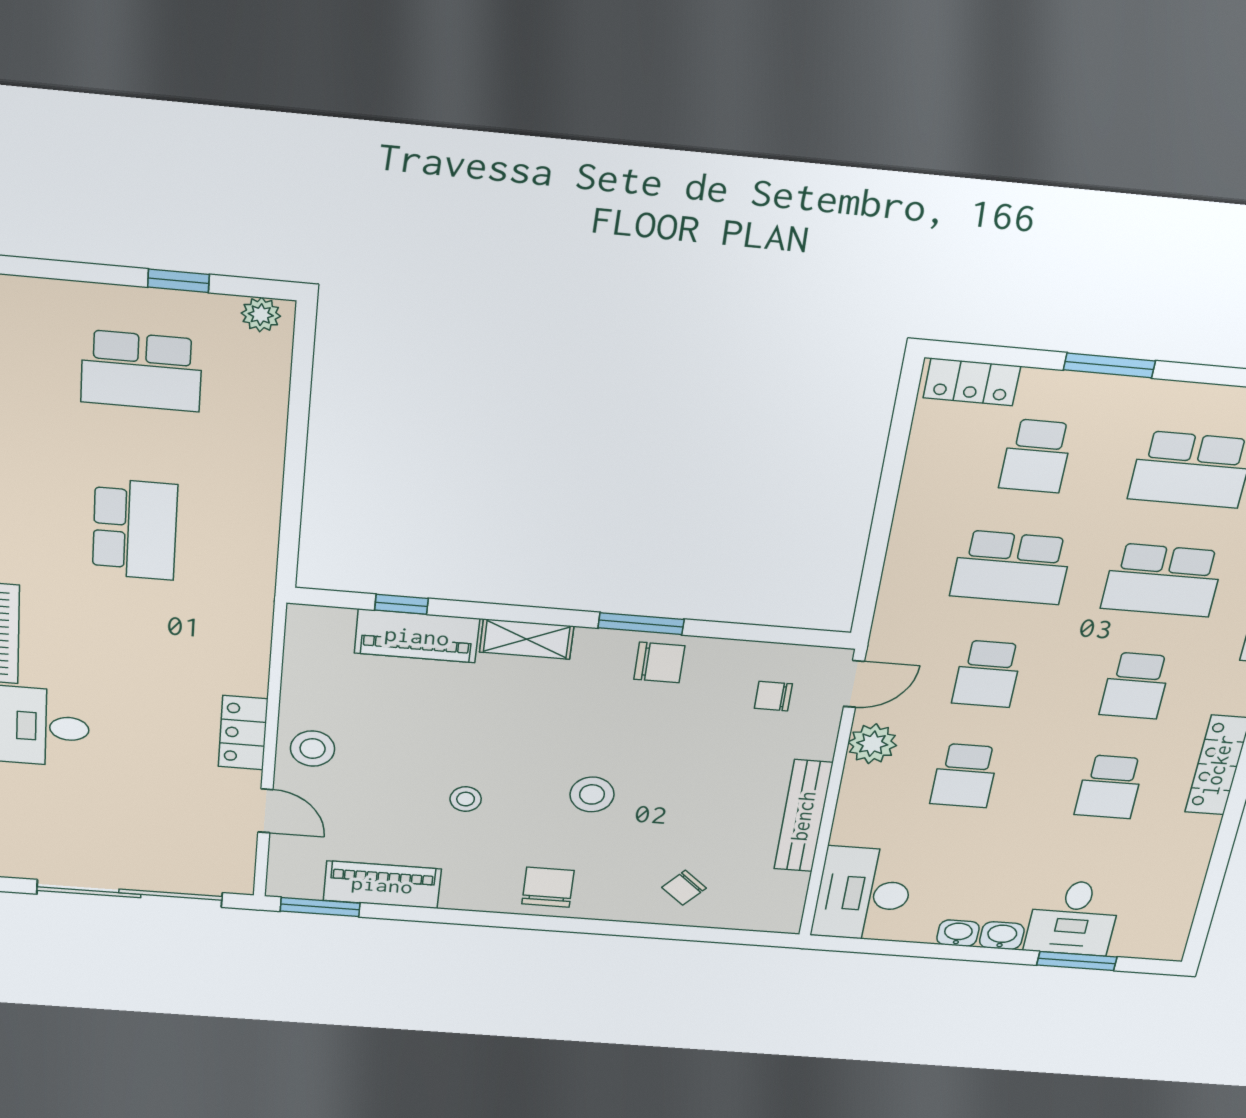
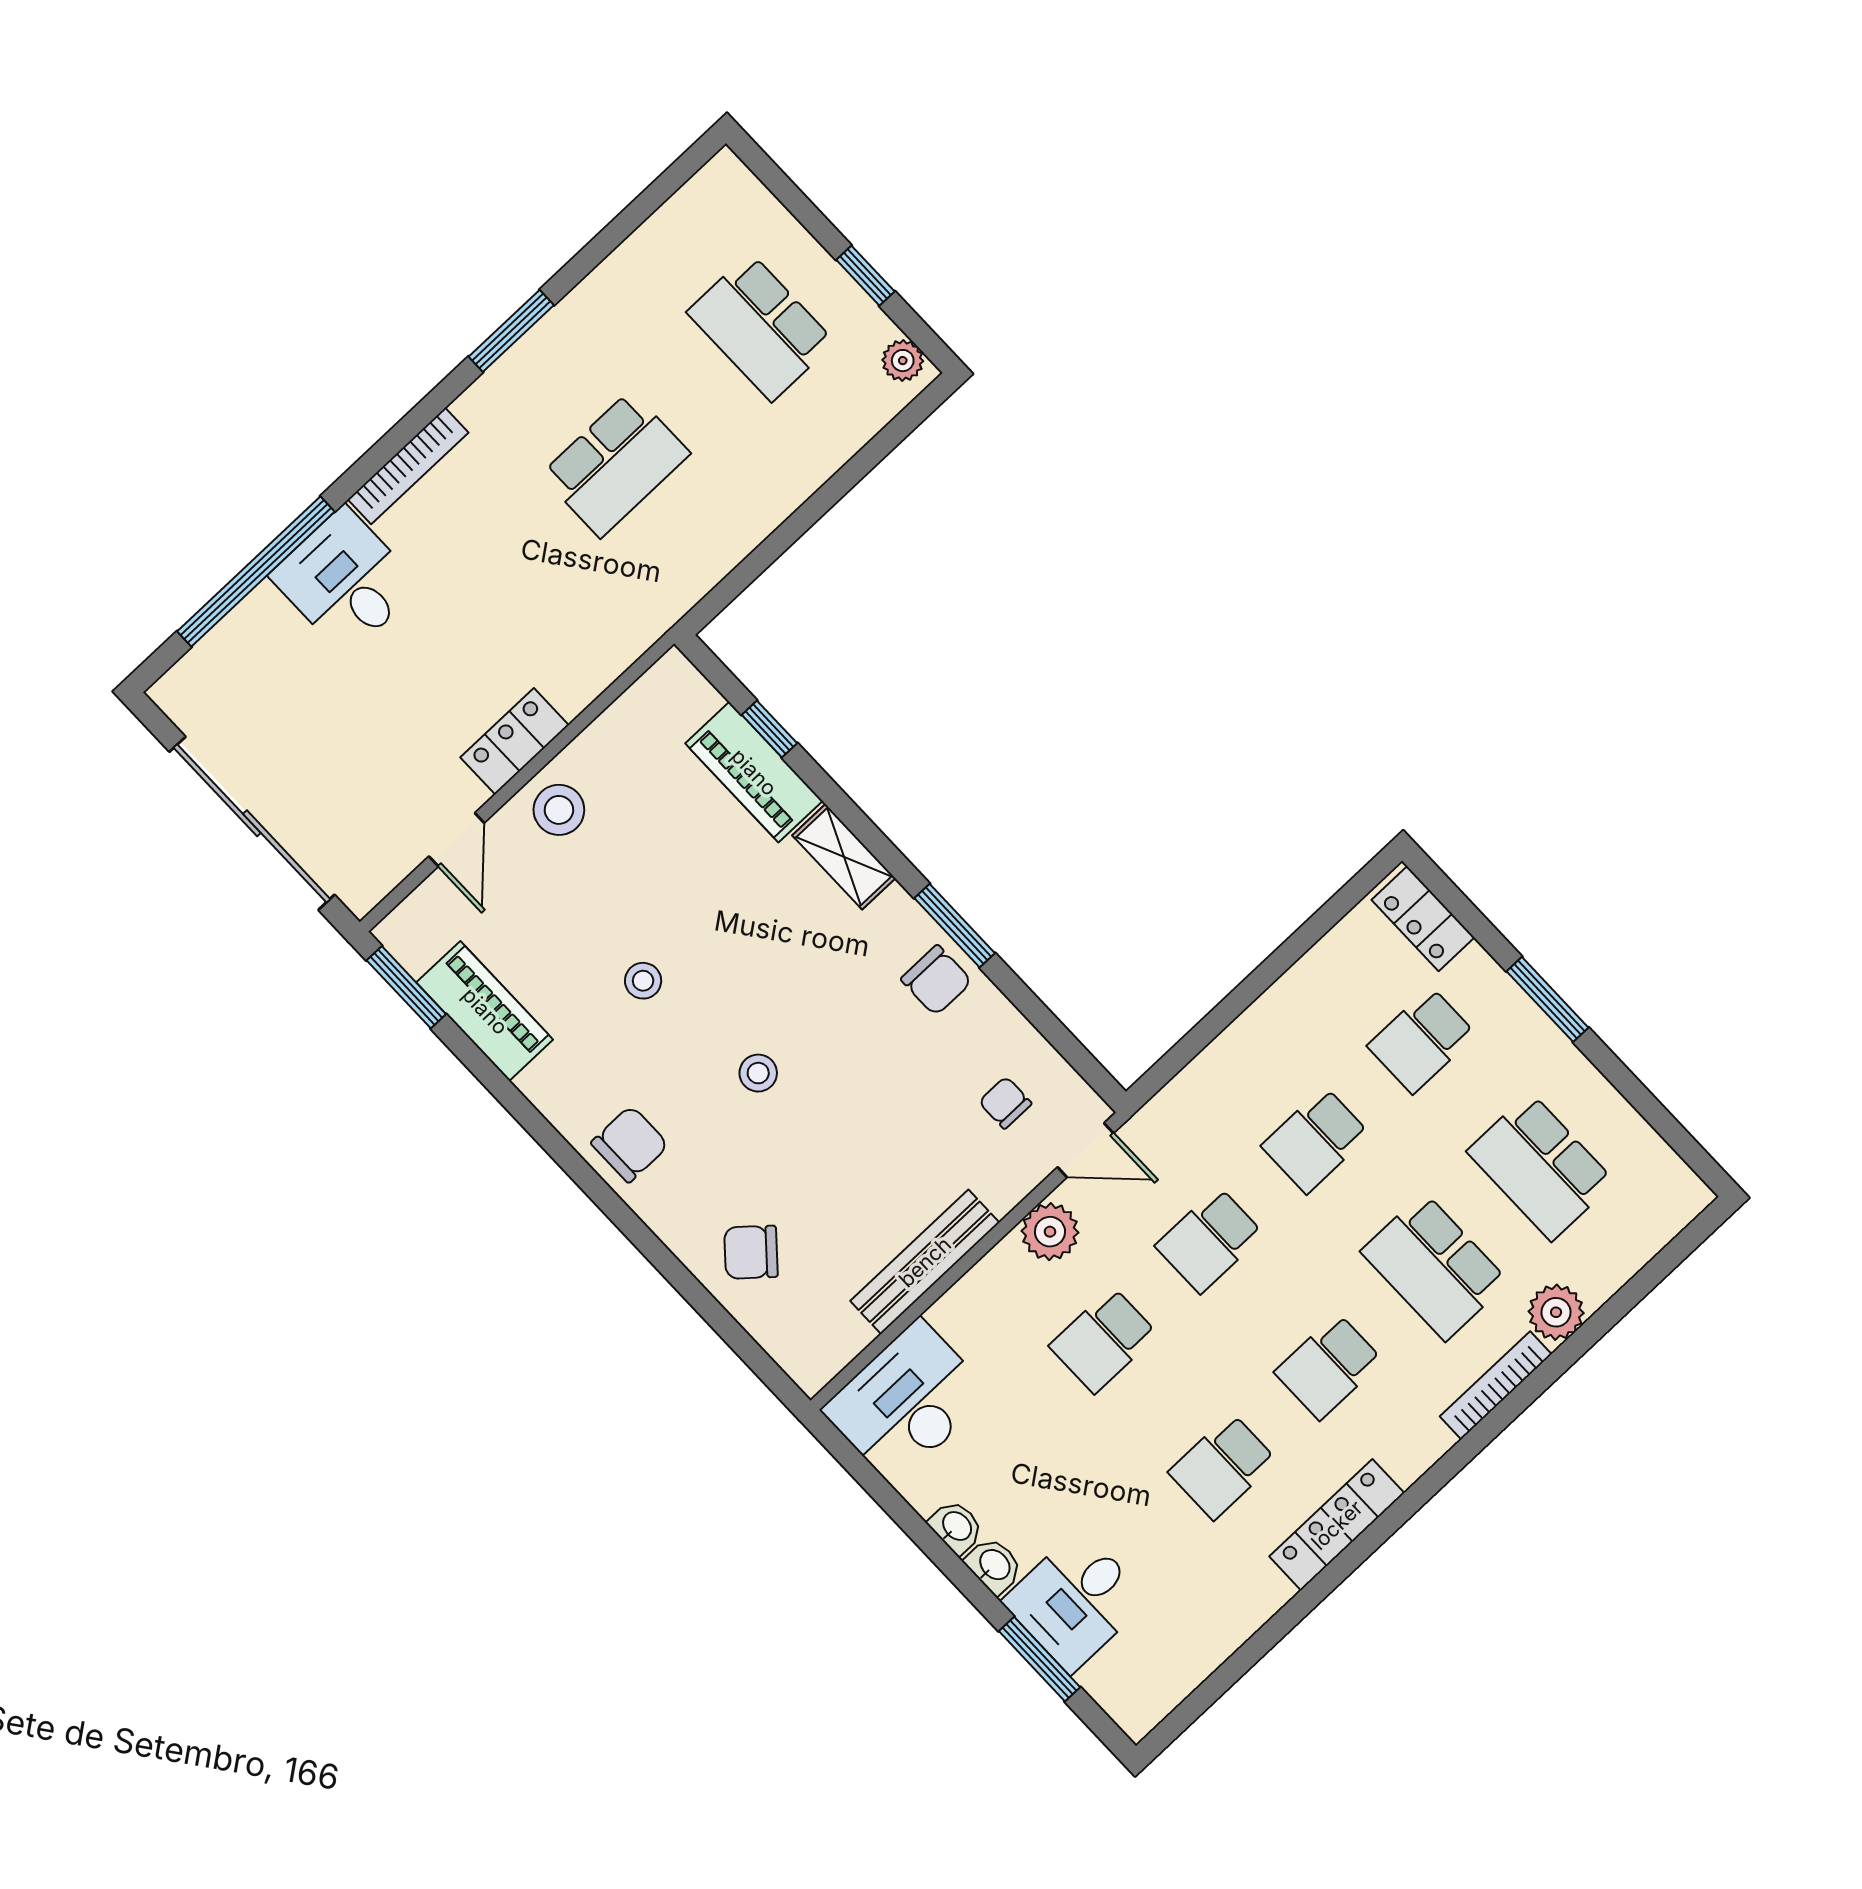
school desk: (1011, 567) -> (1316, 1140), width x0.54
stool: (592, 794) -> (758, 1073), width x0.73, depth x0.73
chair: (684, 888) -> (751, 1252), width x1.37, depth x1.37

